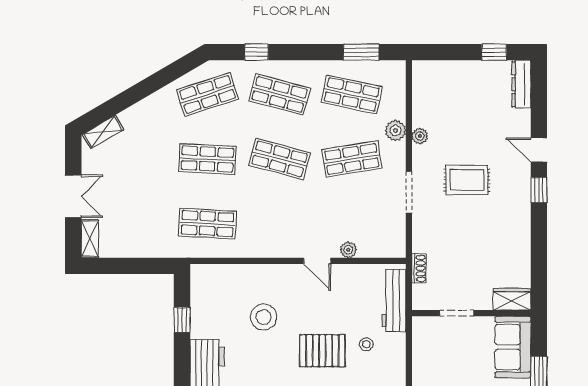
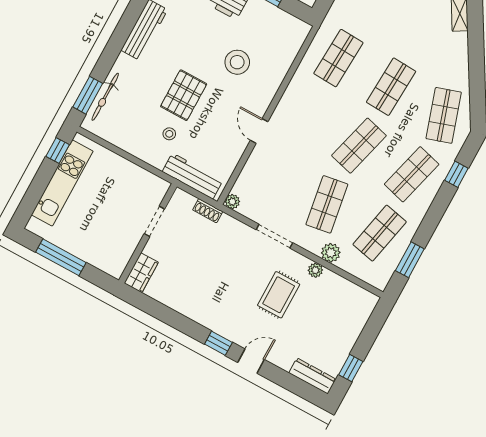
rug: (467, 180) -> (279, 295), moved
plant: (348, 250) -> (232, 202), moved
door: (317, 261) -> (259, 131), hinge flipped
sofa: (513, 347) -> (102, 252), removed

